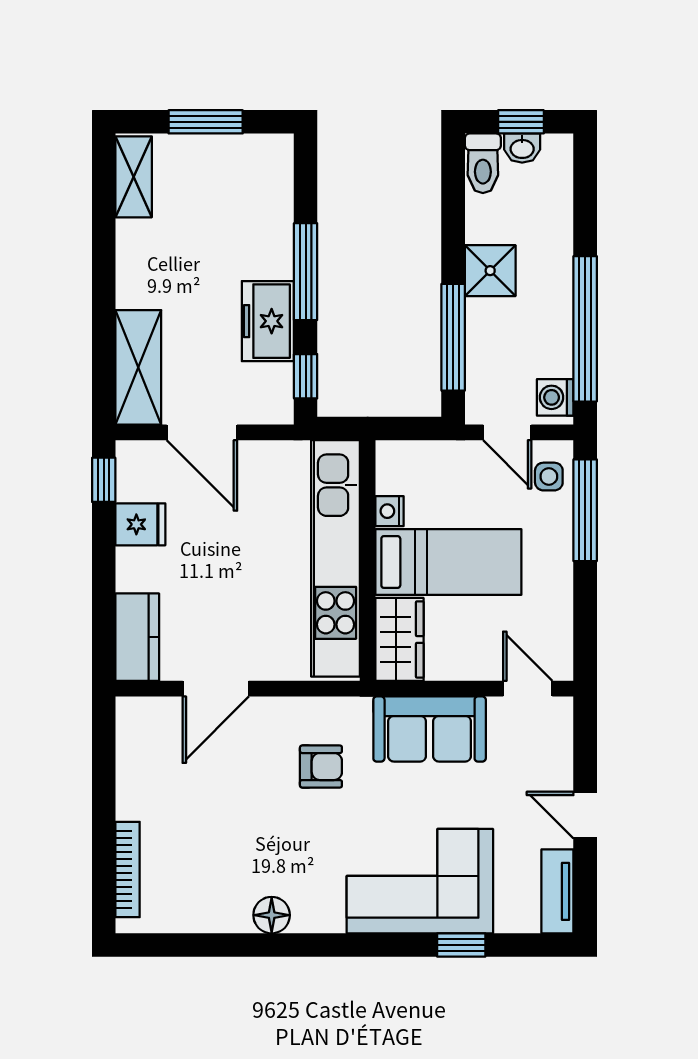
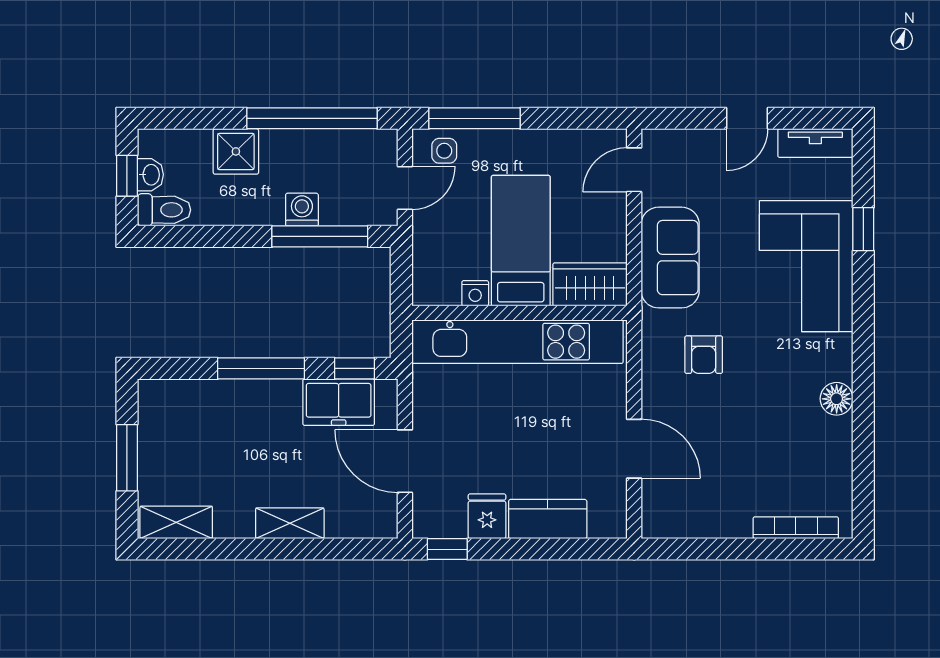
shower: (490, 271) -> (236, 151), moved
freezer: (268, 321) -> (339, 402), moved
shelving: (138, 367) -> (290, 523), moved, width x0.67, depth x0.75
washing machine: (555, 397) -> (302, 210), moved, turned 180
door: (202, 432) -> (405, 461), swing flipped
kitchen counter: (137, 637) -> (548, 519), moved
armchair: (321, 767) -> (704, 355), turned 180

